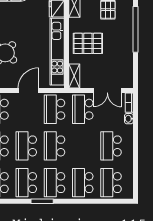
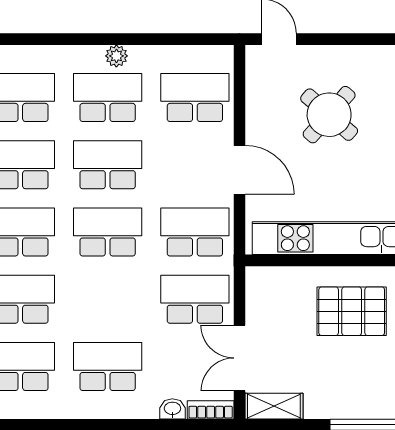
pallet: (88, 43) -> (352, 311), turned 90
shelving: (74, 76) -> (274, 406), moved

